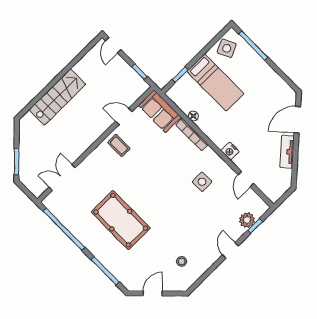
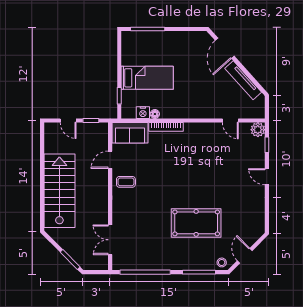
door: (113, 45) -> (68, 121), moved
side table: (227, 48) -> (132, 48), removed
stairs: (57, 97) -> (59, 191), width x1.36, depth x1.51
nightstand: (230, 151) -> (143, 113), moved
tv unit: (287, 152) -> (243, 80), width x1.41
side table: (202, 182) -> (204, 151), removed
pool table: (121, 220) -> (196, 223), moved
plant: (247, 220) -> (258, 130), moved
stool: (182, 261) -> (222, 262), moved

